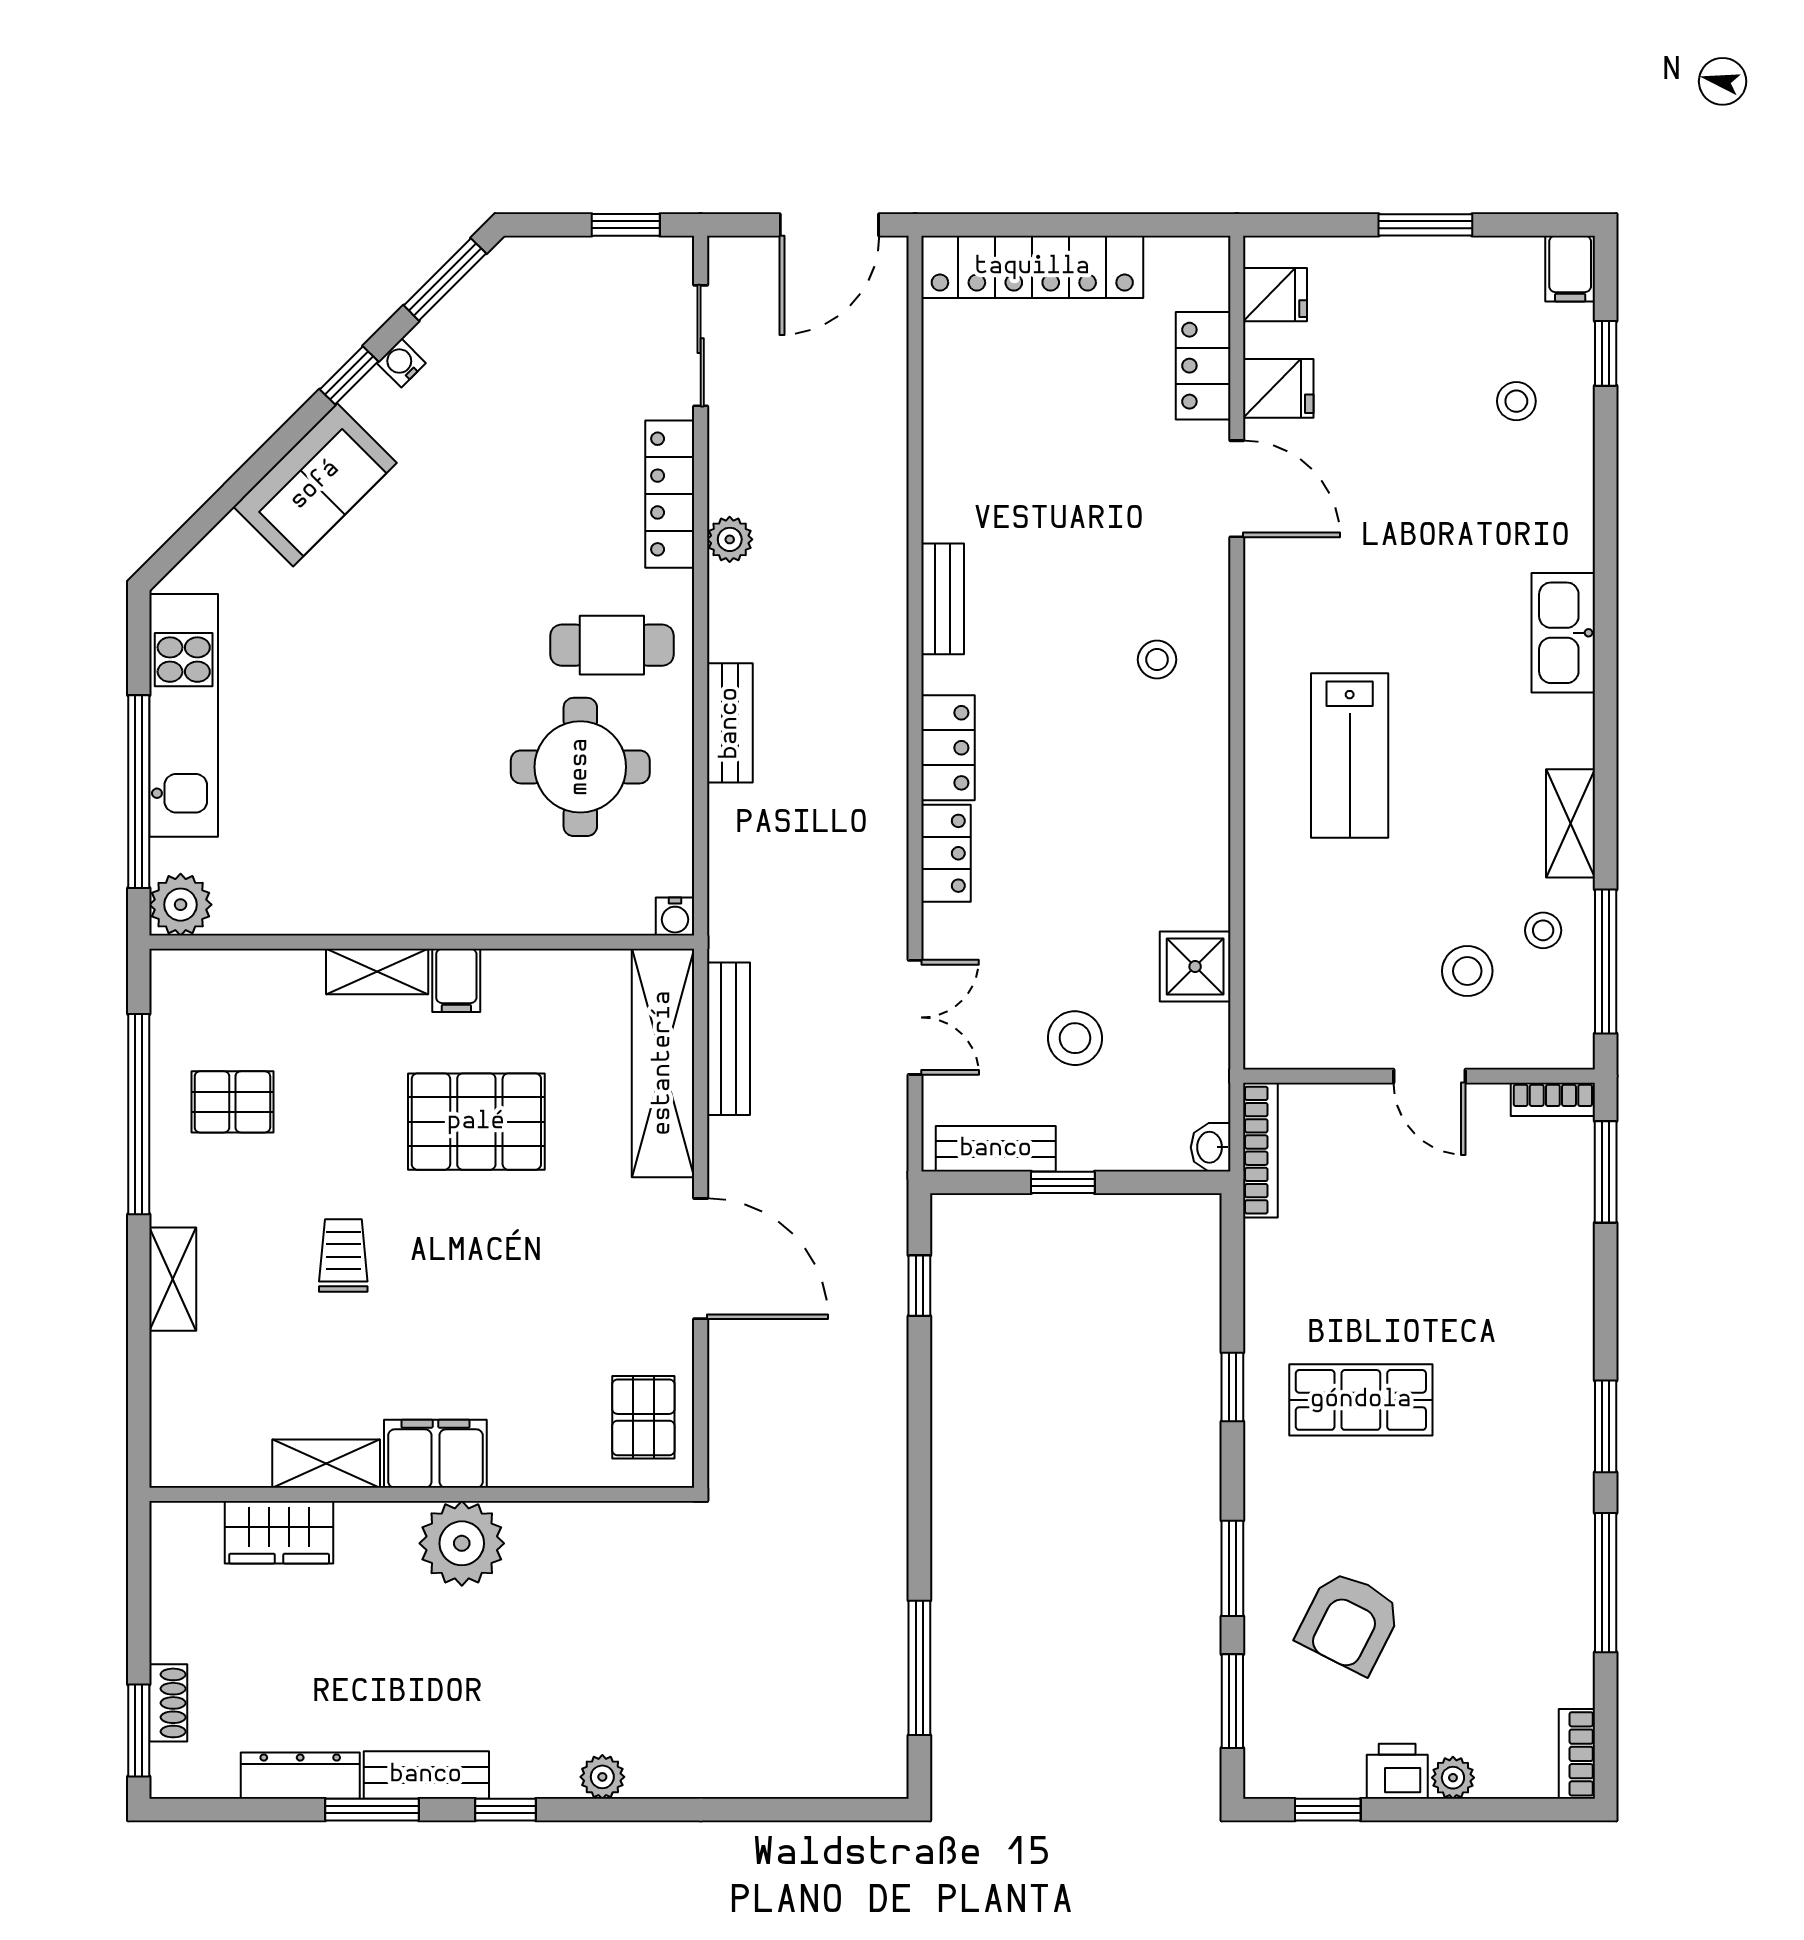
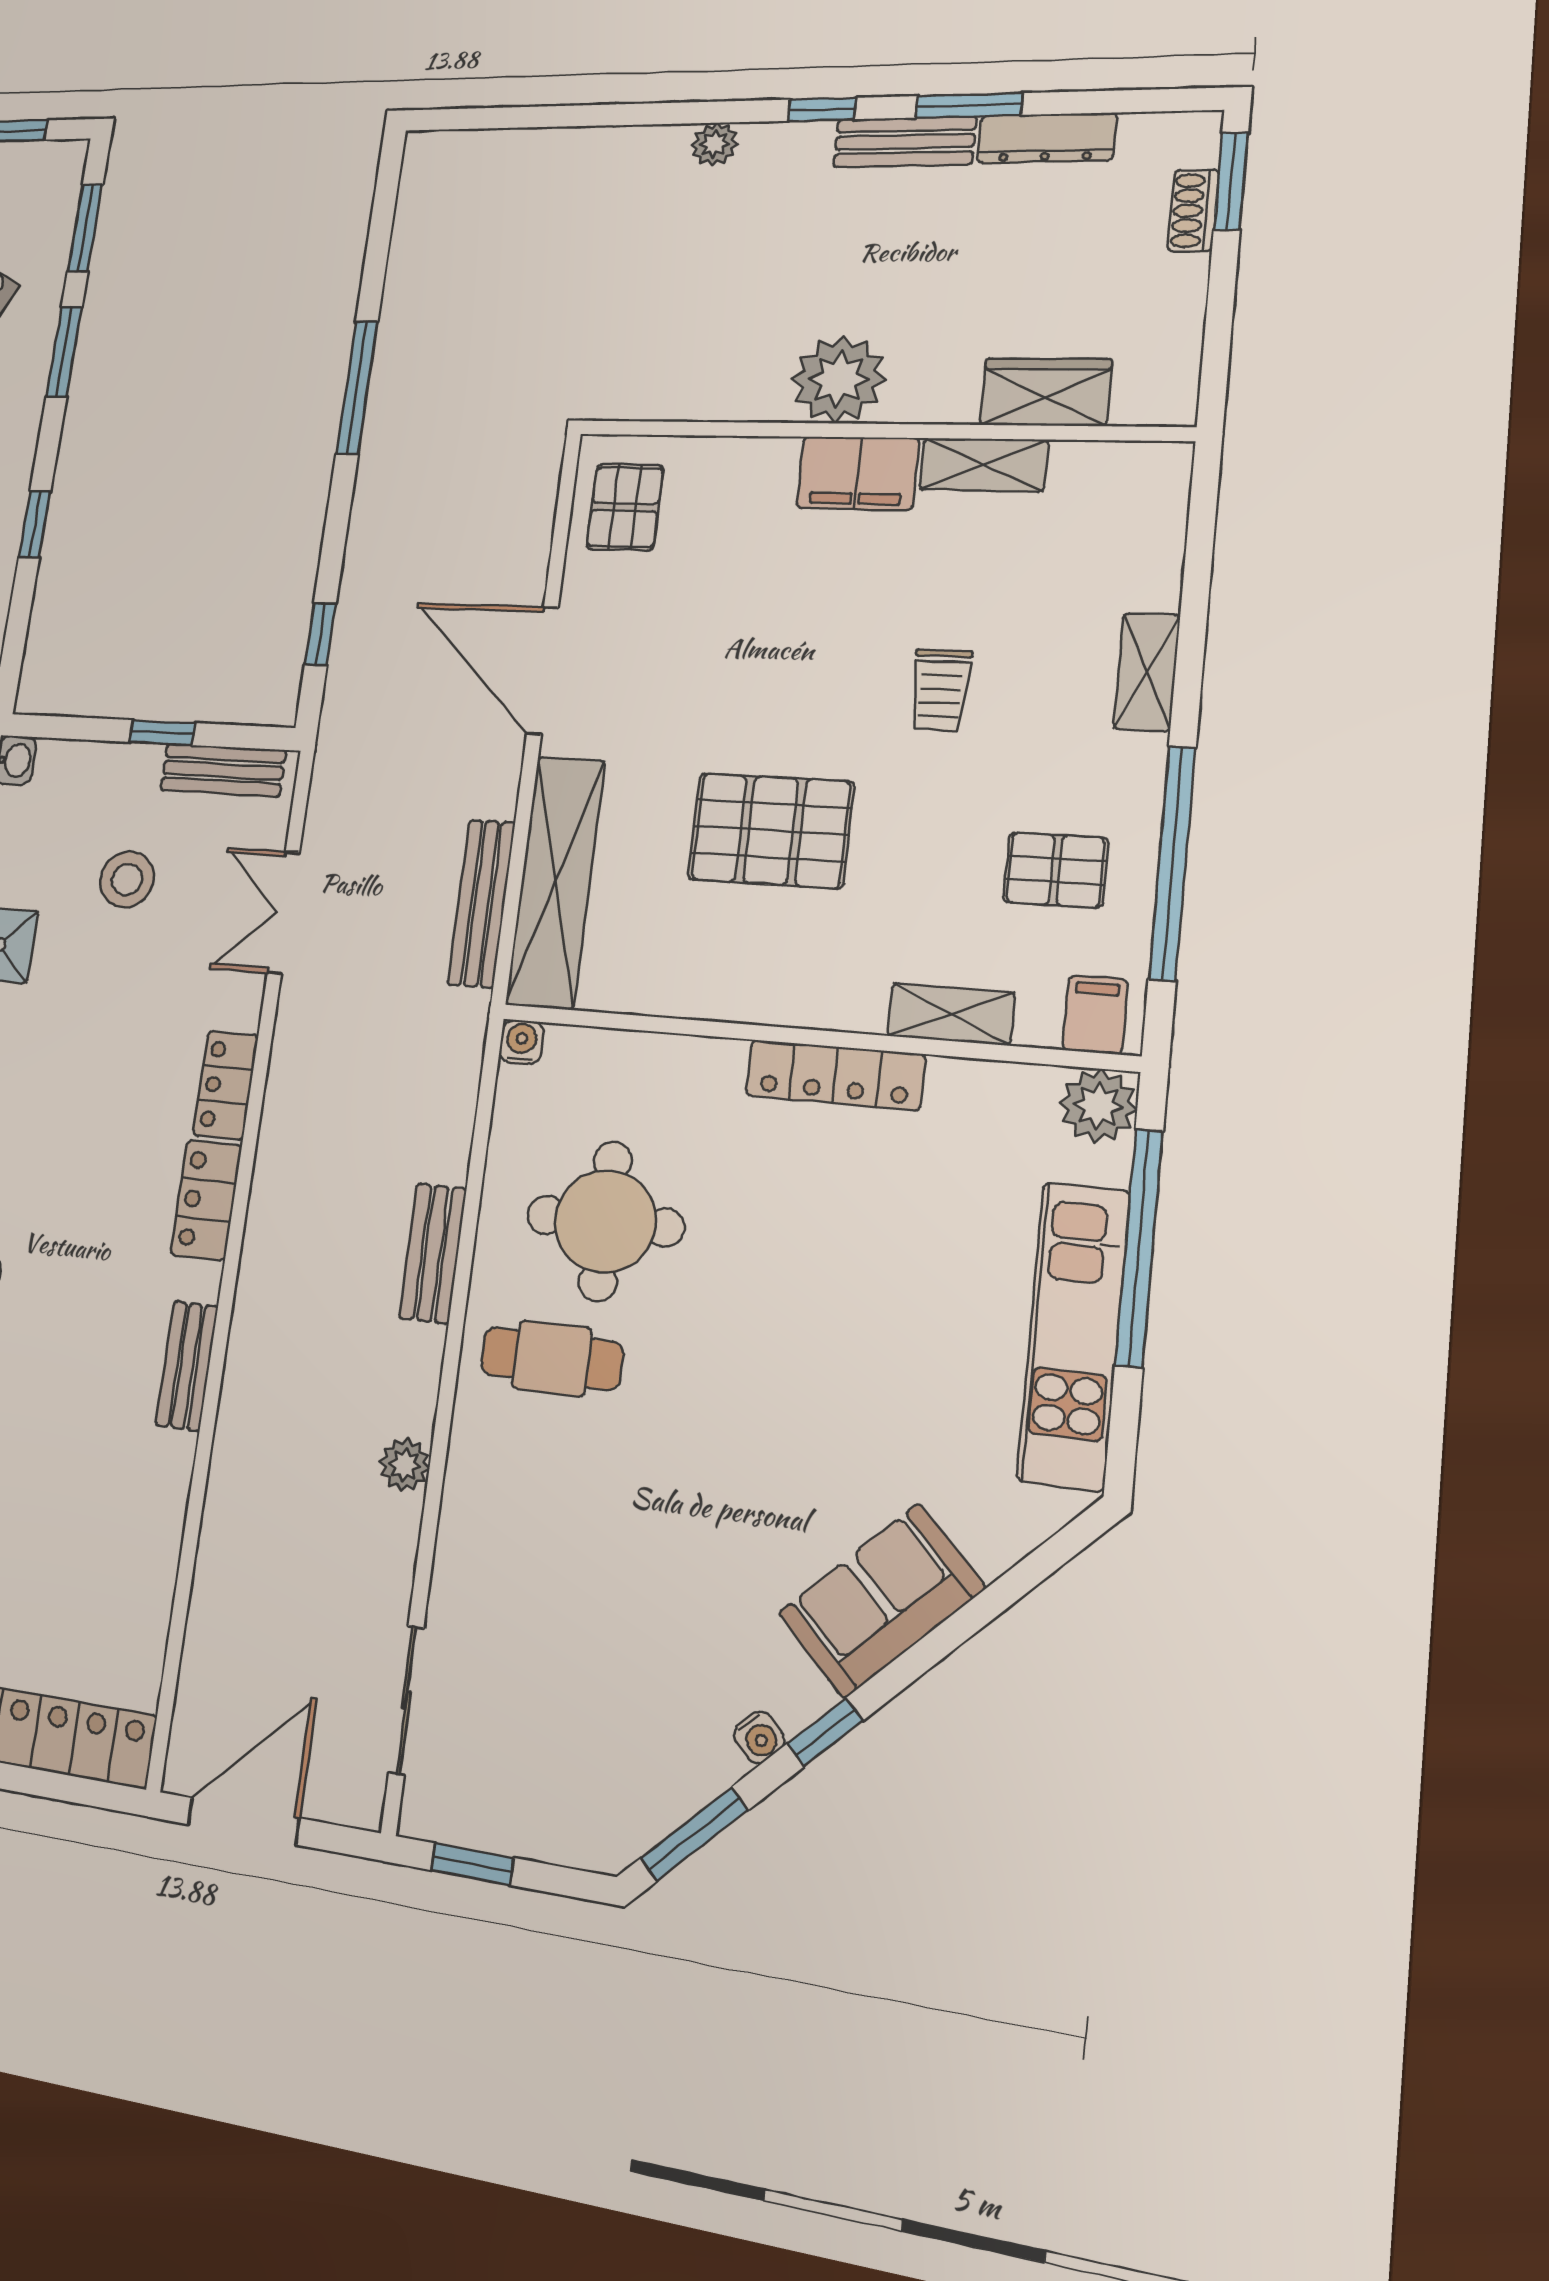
locker: (670, 494) -> (835, 1075), moved, turned 90
shelving: (377, 972) -> (951, 1014), moved
filing cabinet: (456, 980) -> (1095, 1015), moved
window: (919, 1668) -> (357, 388), moved

